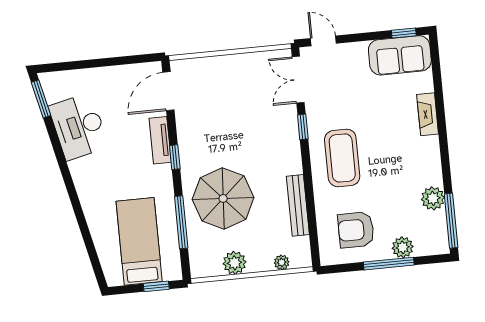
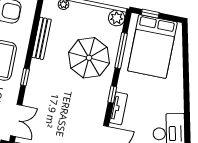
window: (303, 127) -> (25, 77), moved
bed: (139, 241) -> (152, 46), width x1.50
plant: (234, 263) -> (117, 18), moved

